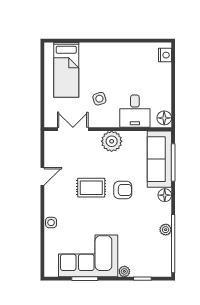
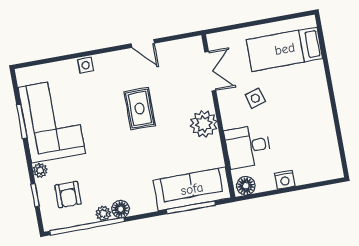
nightstand: (165, 55) -> (285, 180), moved
armchair: (123, 190) -> (68, 195), moved
floor lamp: (165, 195) -> (120, 209), moved

